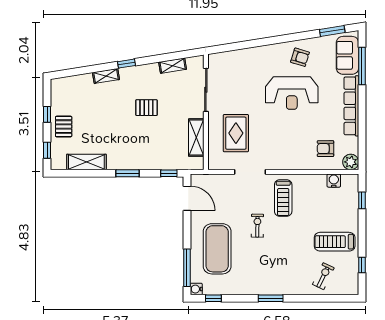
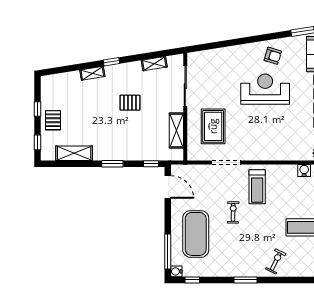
reception desk: (292, 93) -> (265, 89), turned 180
armchair: (325, 149) -> (296, 141), removed
exercise bike: (323, 276) -> (276, 261), moved

